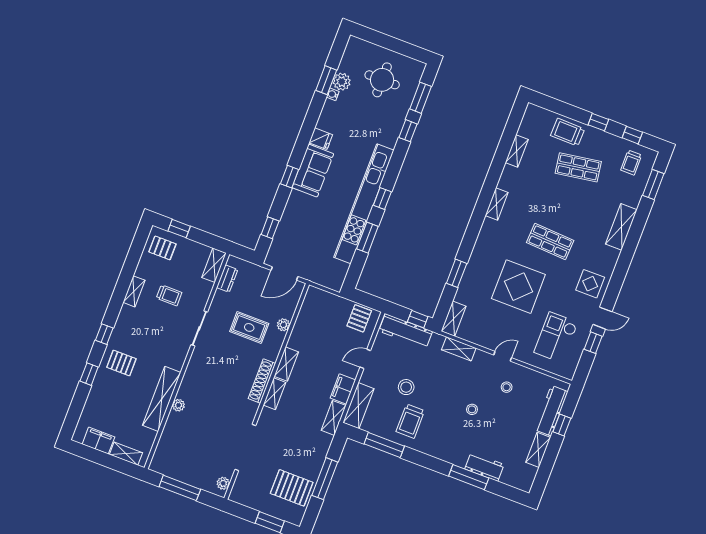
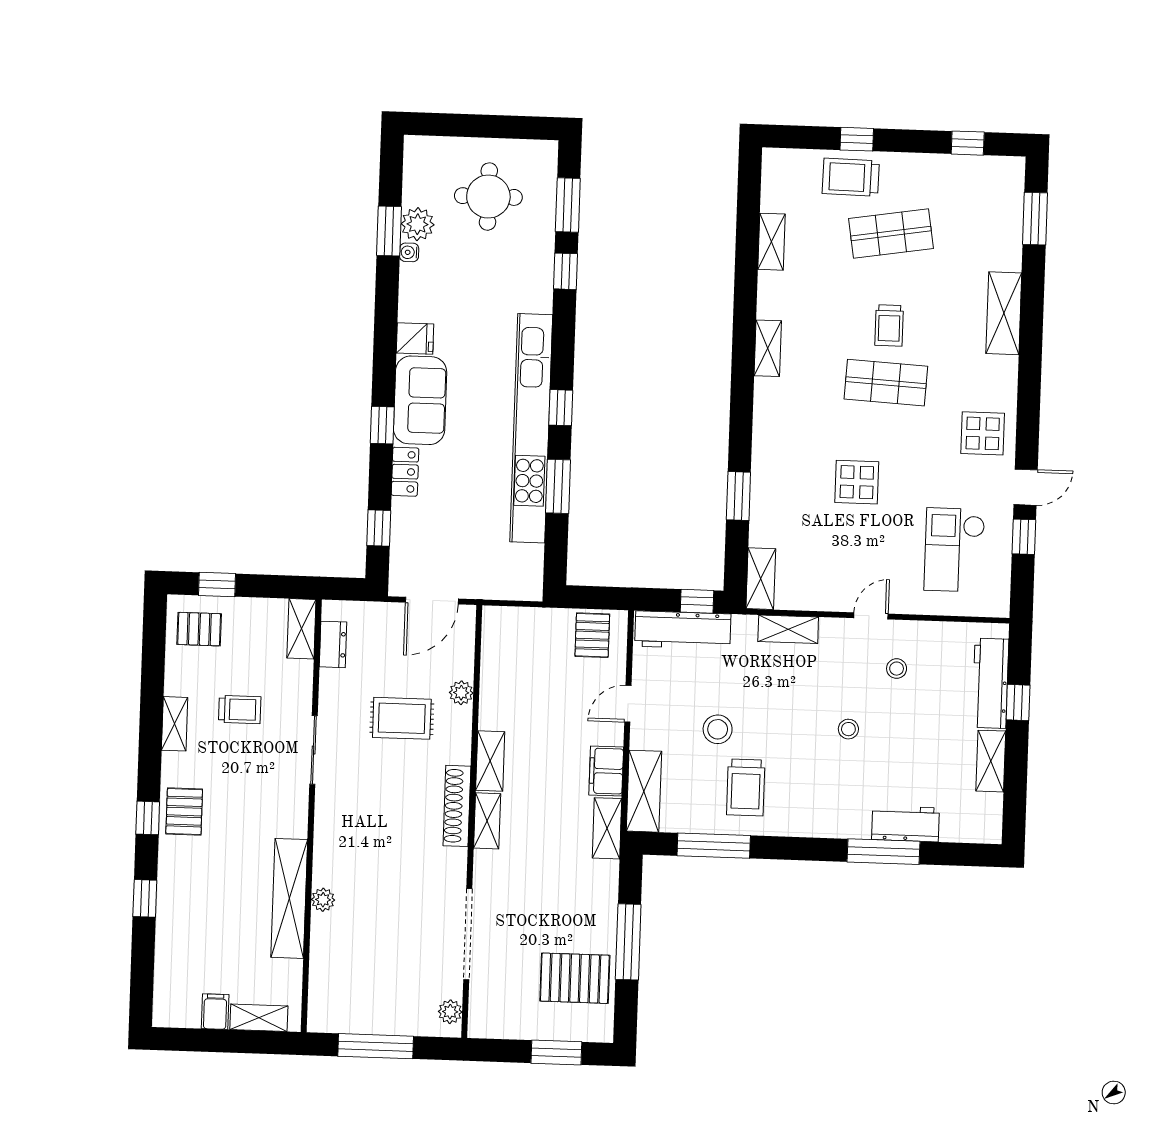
window: (598, 122) -> (857, 139), moved
trolley: (631, 163) -> (889, 325), moved
locker: (293, 204) -> (405, 472), added
display table: (518, 287) -> (857, 482), width x0.54, depth x0.54
pallet: (121, 363) -> (184, 812), moved, turned 90
filing cabinet: (98, 441) -> (215, 1012), width x0.50

